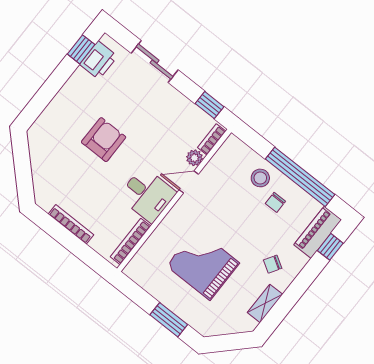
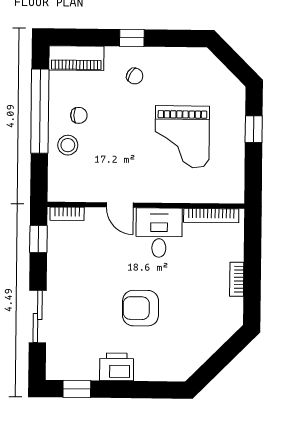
printer: (99, 60) -> (117, 367), moved
plant: (194, 158) -> (95, 216), removed
bookcase: (71, 224) -> (237, 279), width x0.64
window: (330, 247) -> (132, 38), moved
shelving: (265, 303) -> (174, 56), removed
window: (169, 320) -> (254, 129), width x0.67

